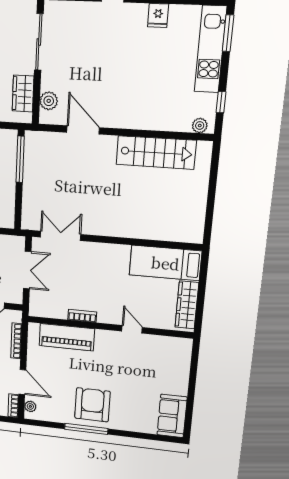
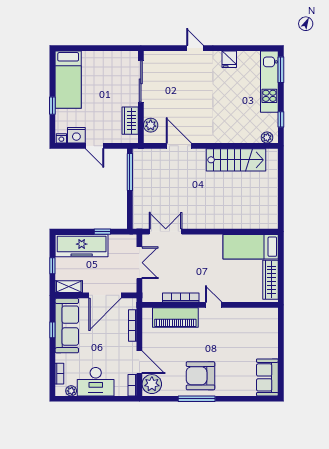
bookcase: (82, 316) -> (181, 298), width x1.56
door: (132, 329) -> (214, 305), moved
armchair: (92, 405) -> (201, 376), turned -90
plant: (30, 406) -> (152, 384), width x1.88, depth x1.88

